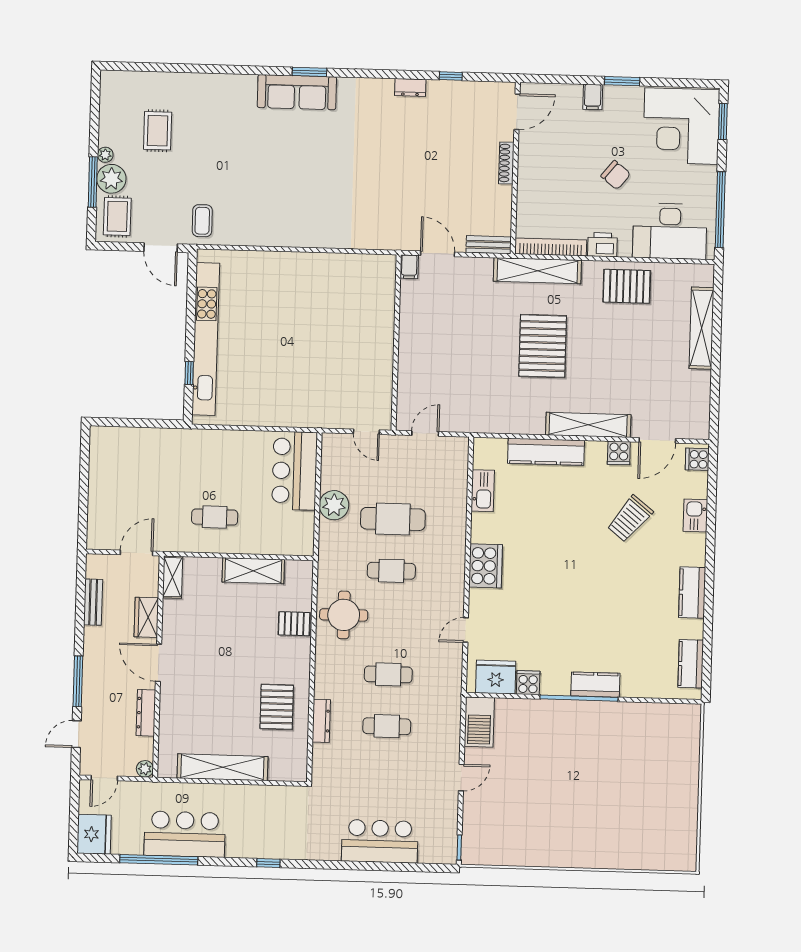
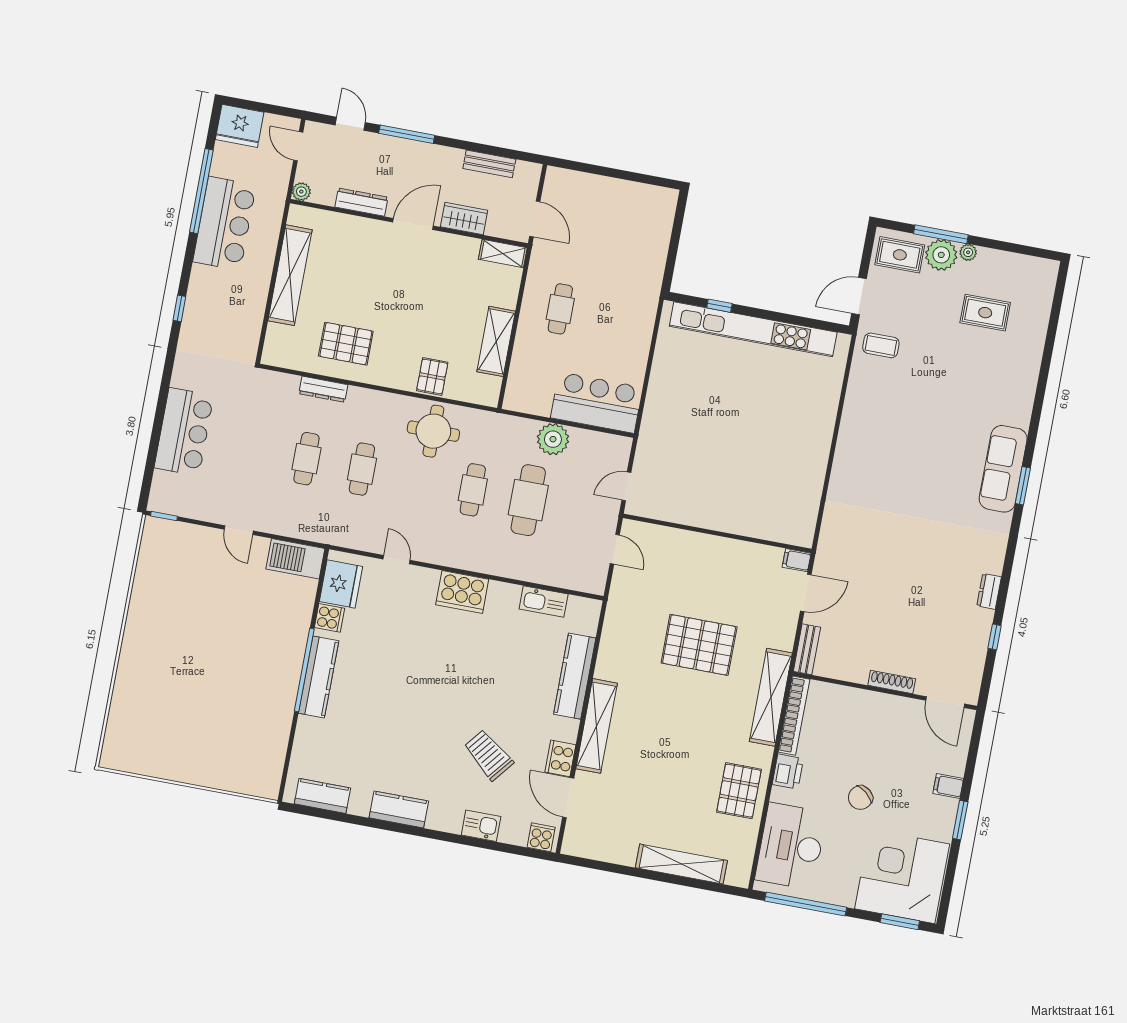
pallet: (543, 346) -> (699, 645), moved
cooker: (619, 453) -> (560, 758), width x1.36
kitchen counter: (595, 685) -> (319, 677), width x1.50

